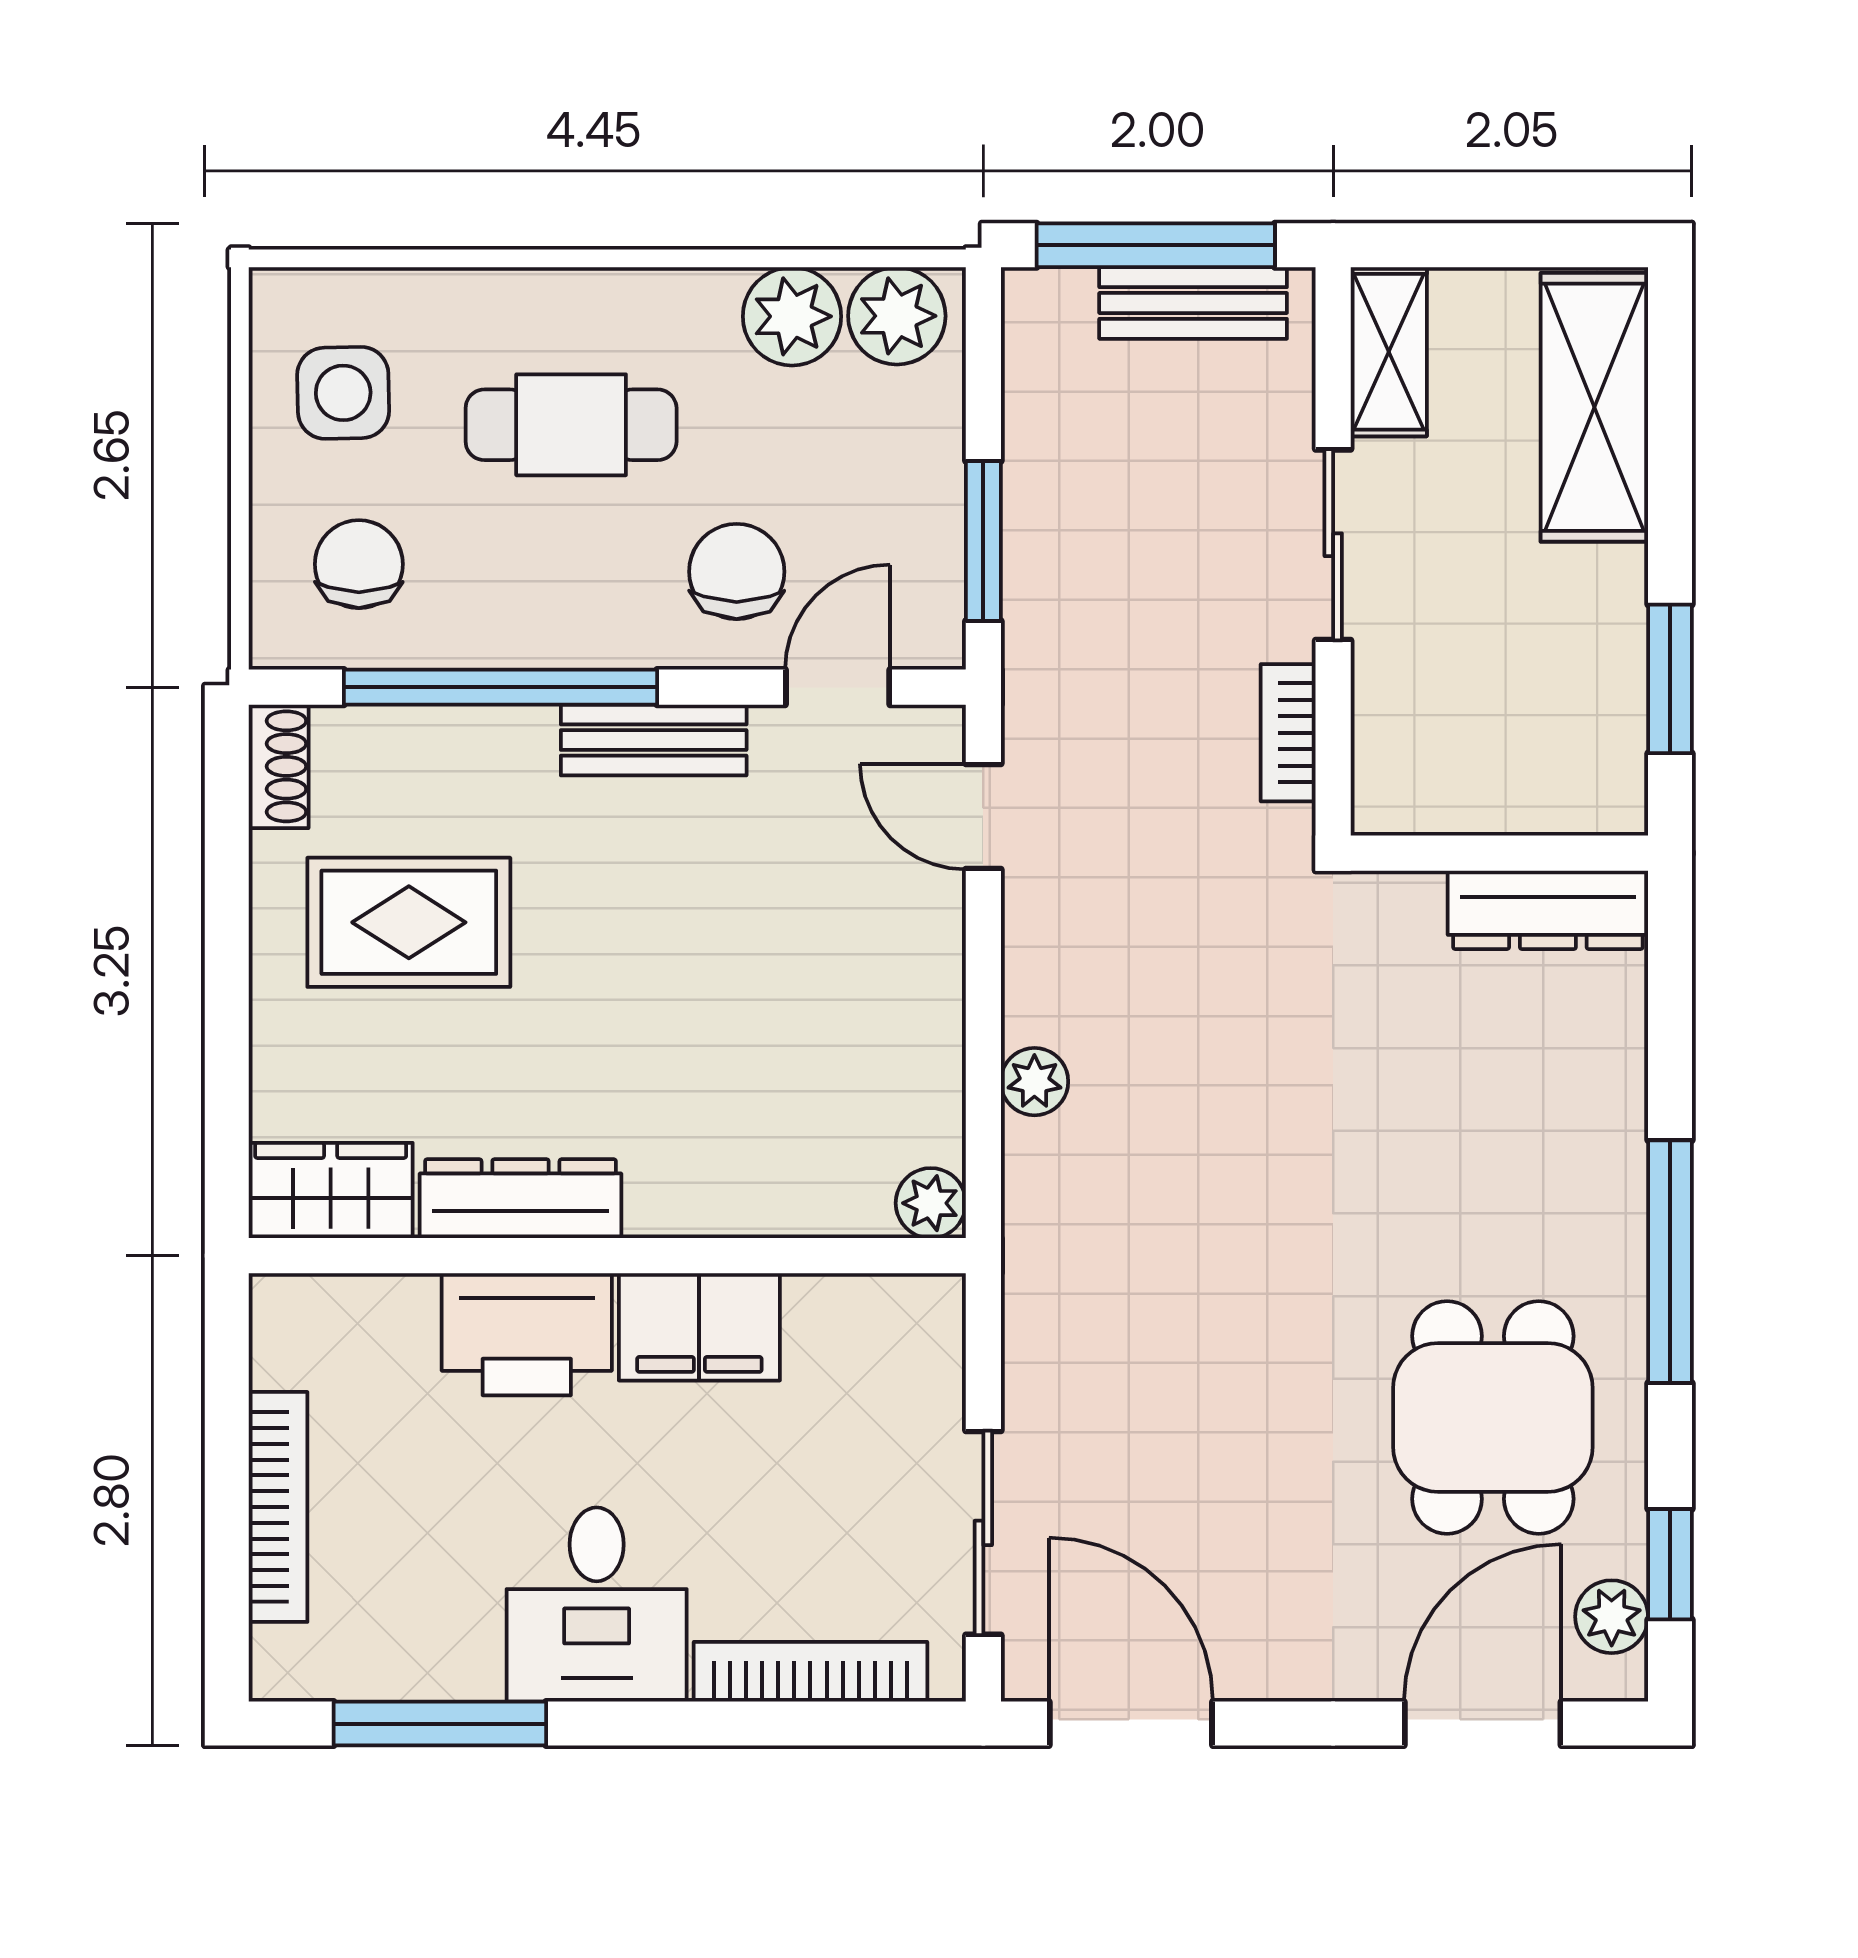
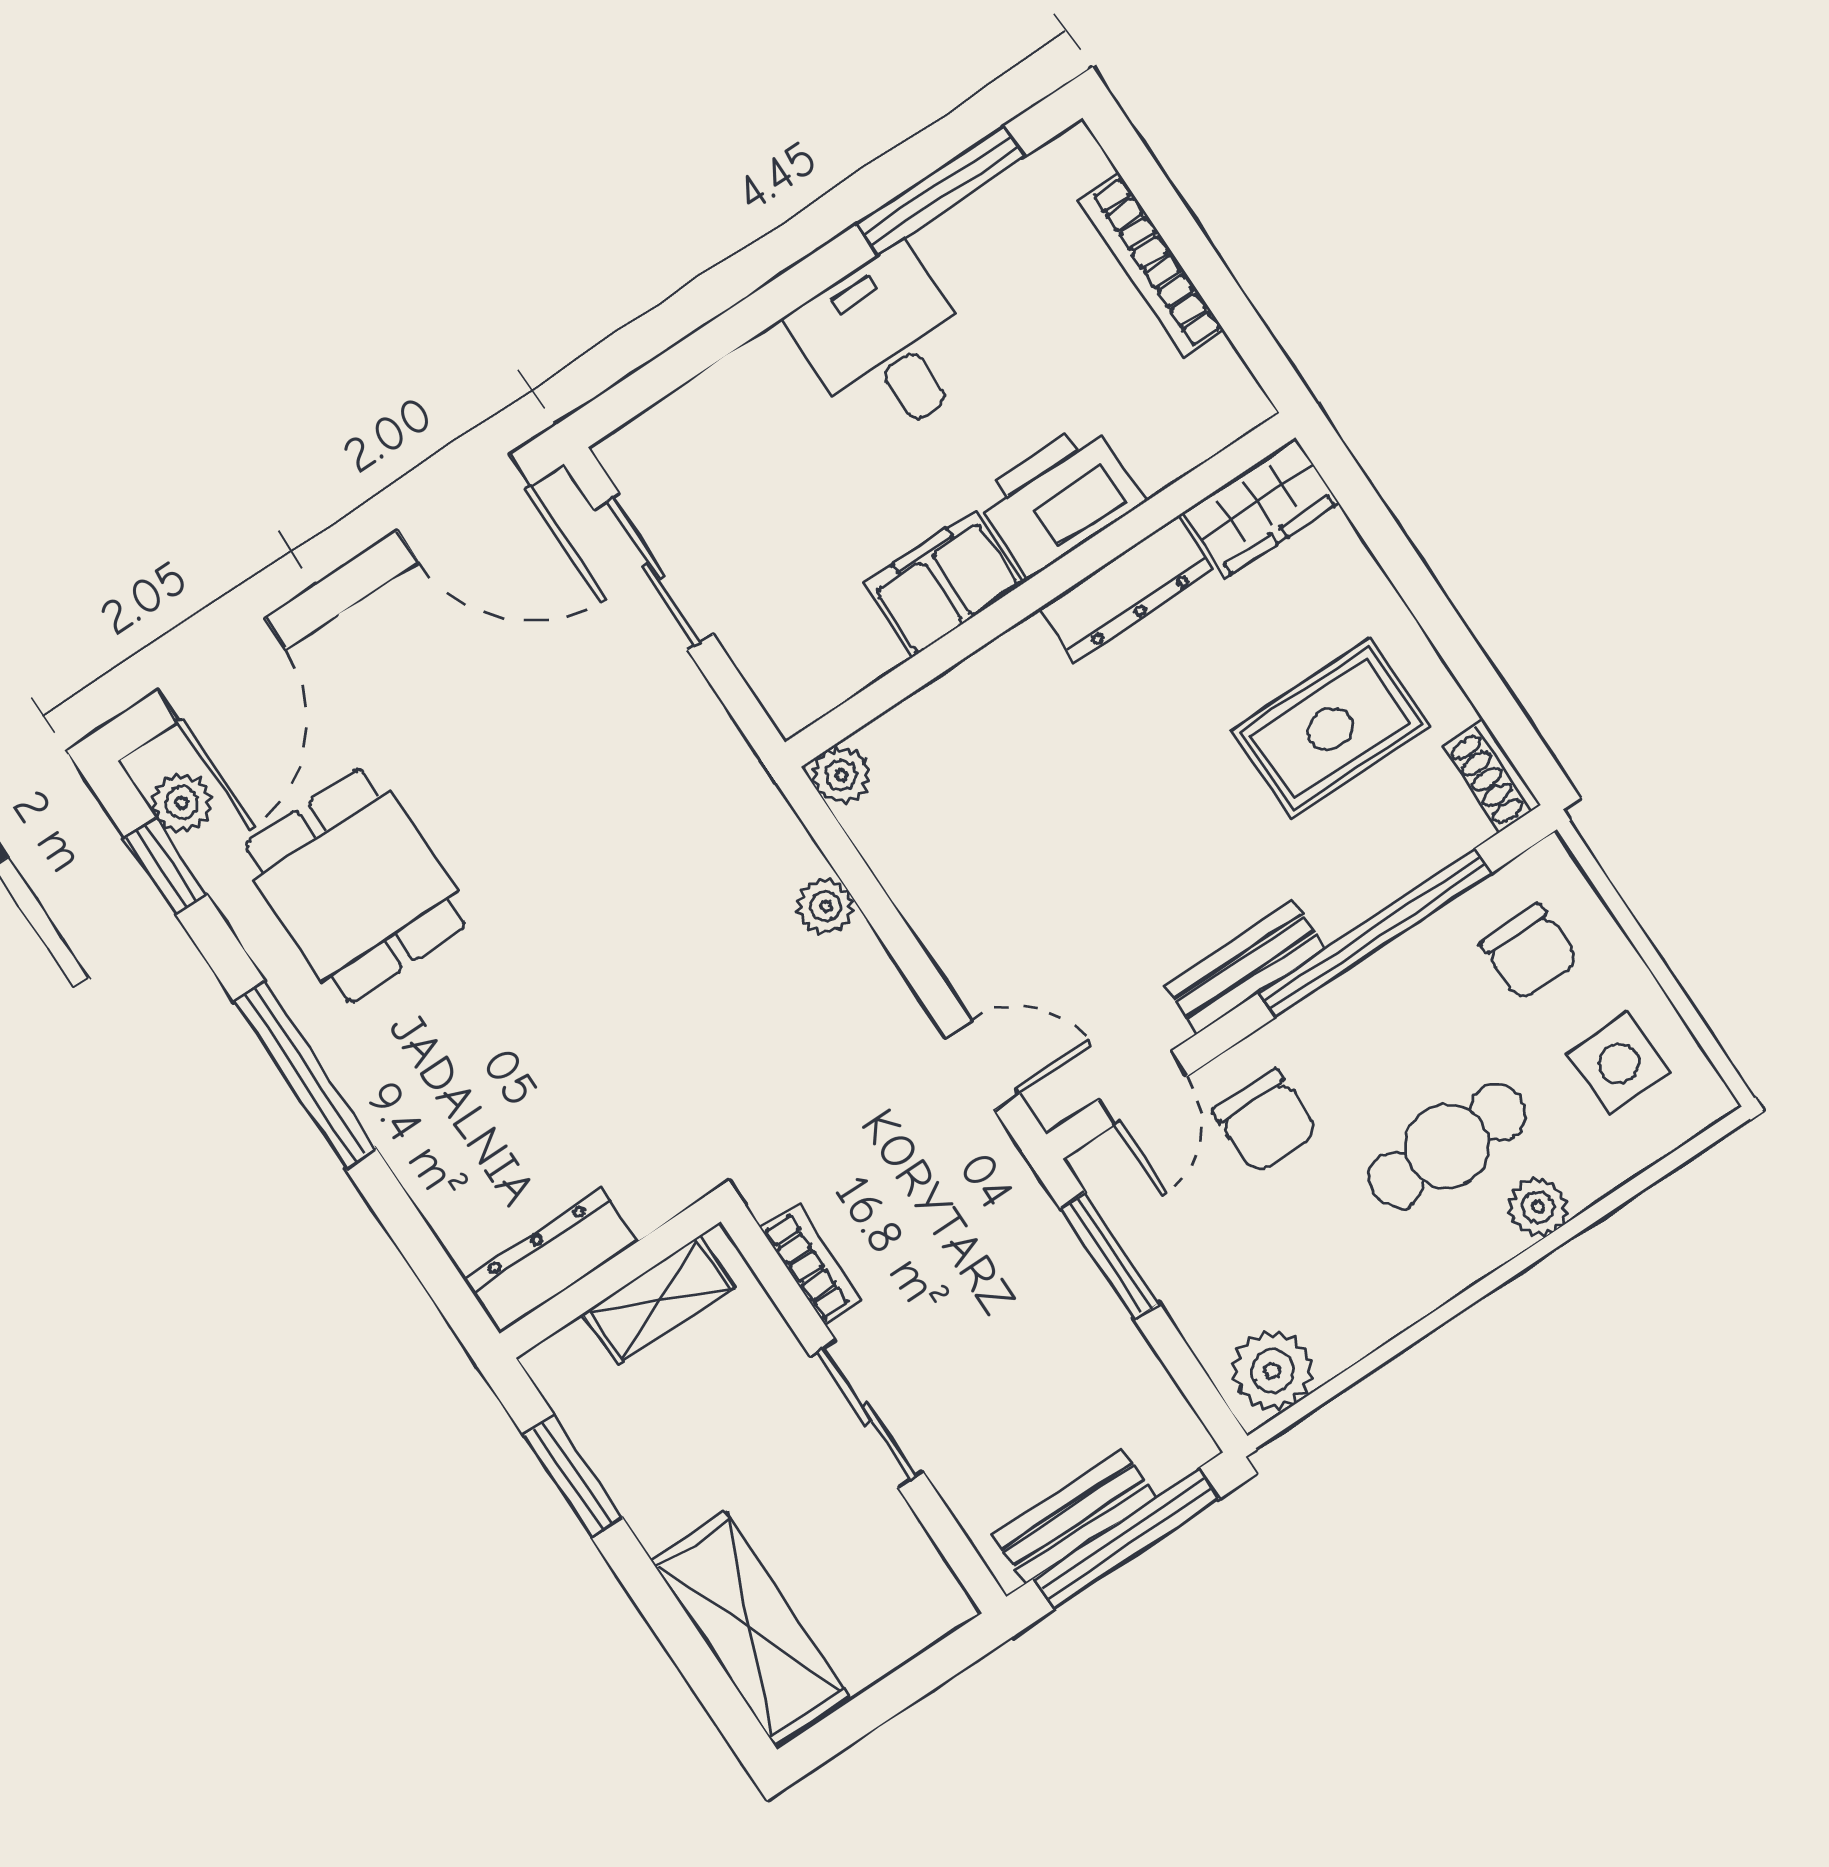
plant: (792, 316) -> (1538, 1207), moved, width x0.73, depth x0.73
shelving: (1389, 352) -> (659, 1300), moved, turned 90
bookcase: (810, 1672) -> (709, 397), removed

